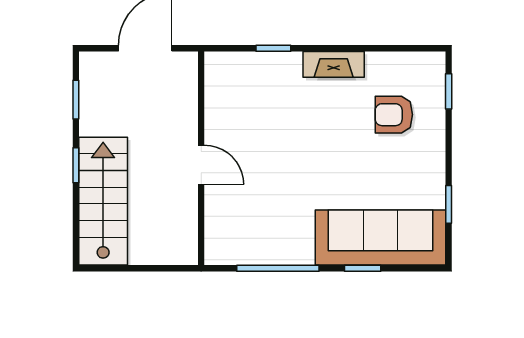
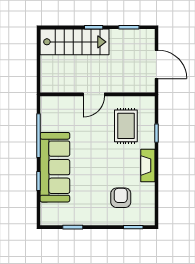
rug: (260, 105) -> (126, 126), added
sofa: (381, 238) -> (55, 167), moved

